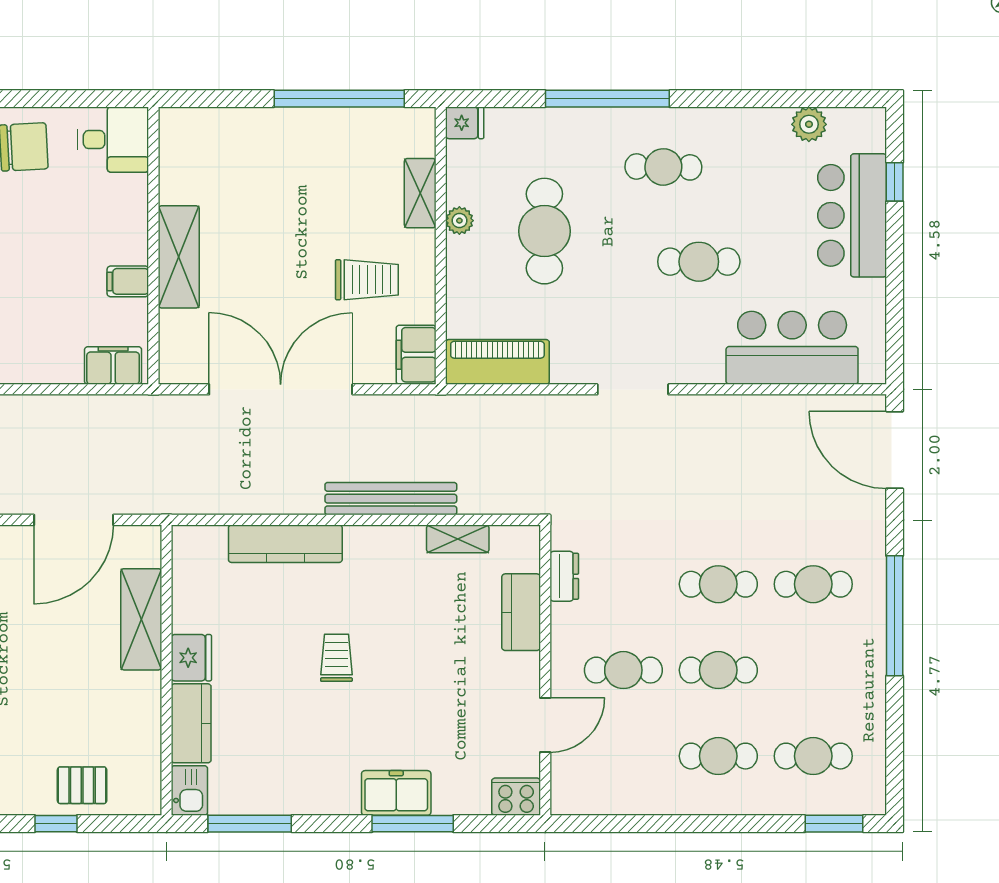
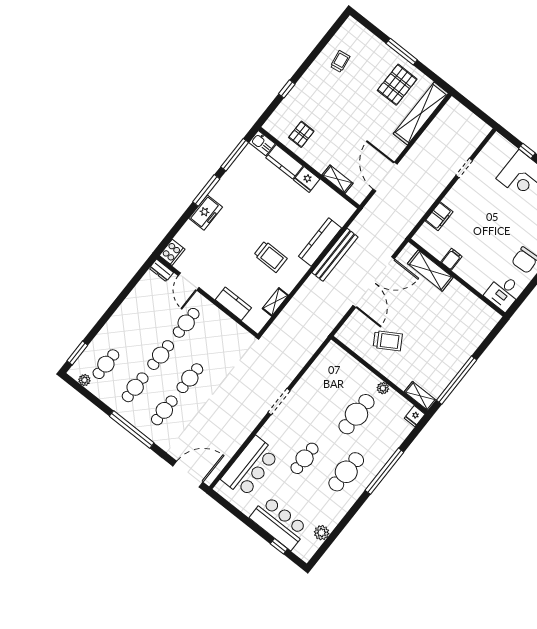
cafe table: (663, 167) -> (346, 472), width x1.37, depth x1.35
shelving: (420, 193) -> (420, 396), moved
cafe table: (544, 231) -> (356, 414), turned 90
shelving: (179, 257) -> (430, 271), moved
trolley: (367, 280) -> (388, 341), turned -121
filing cabinet: (416, 355) -> (349, 337), removed
piano: (497, 362) -> (325, 363), removed
filing cabinet: (113, 365) -> (439, 216), moved
bench: (391, 499) -> (335, 255), moved
dresser: (564, 576) -> (161, 270), moved
shelving: (141, 619) -> (338, 179), width x0.67, depth x0.75
trolley: (336, 658) -> (270, 257), moved, width x1.36, depth x1.39
cafe table: (718, 756) -> (135, 387), moved
plant: (873, 772) -> (84, 380), added
pallet: (82, 785) -> (301, 134), moved
window: (413, 824) -> (206, 190), moved

